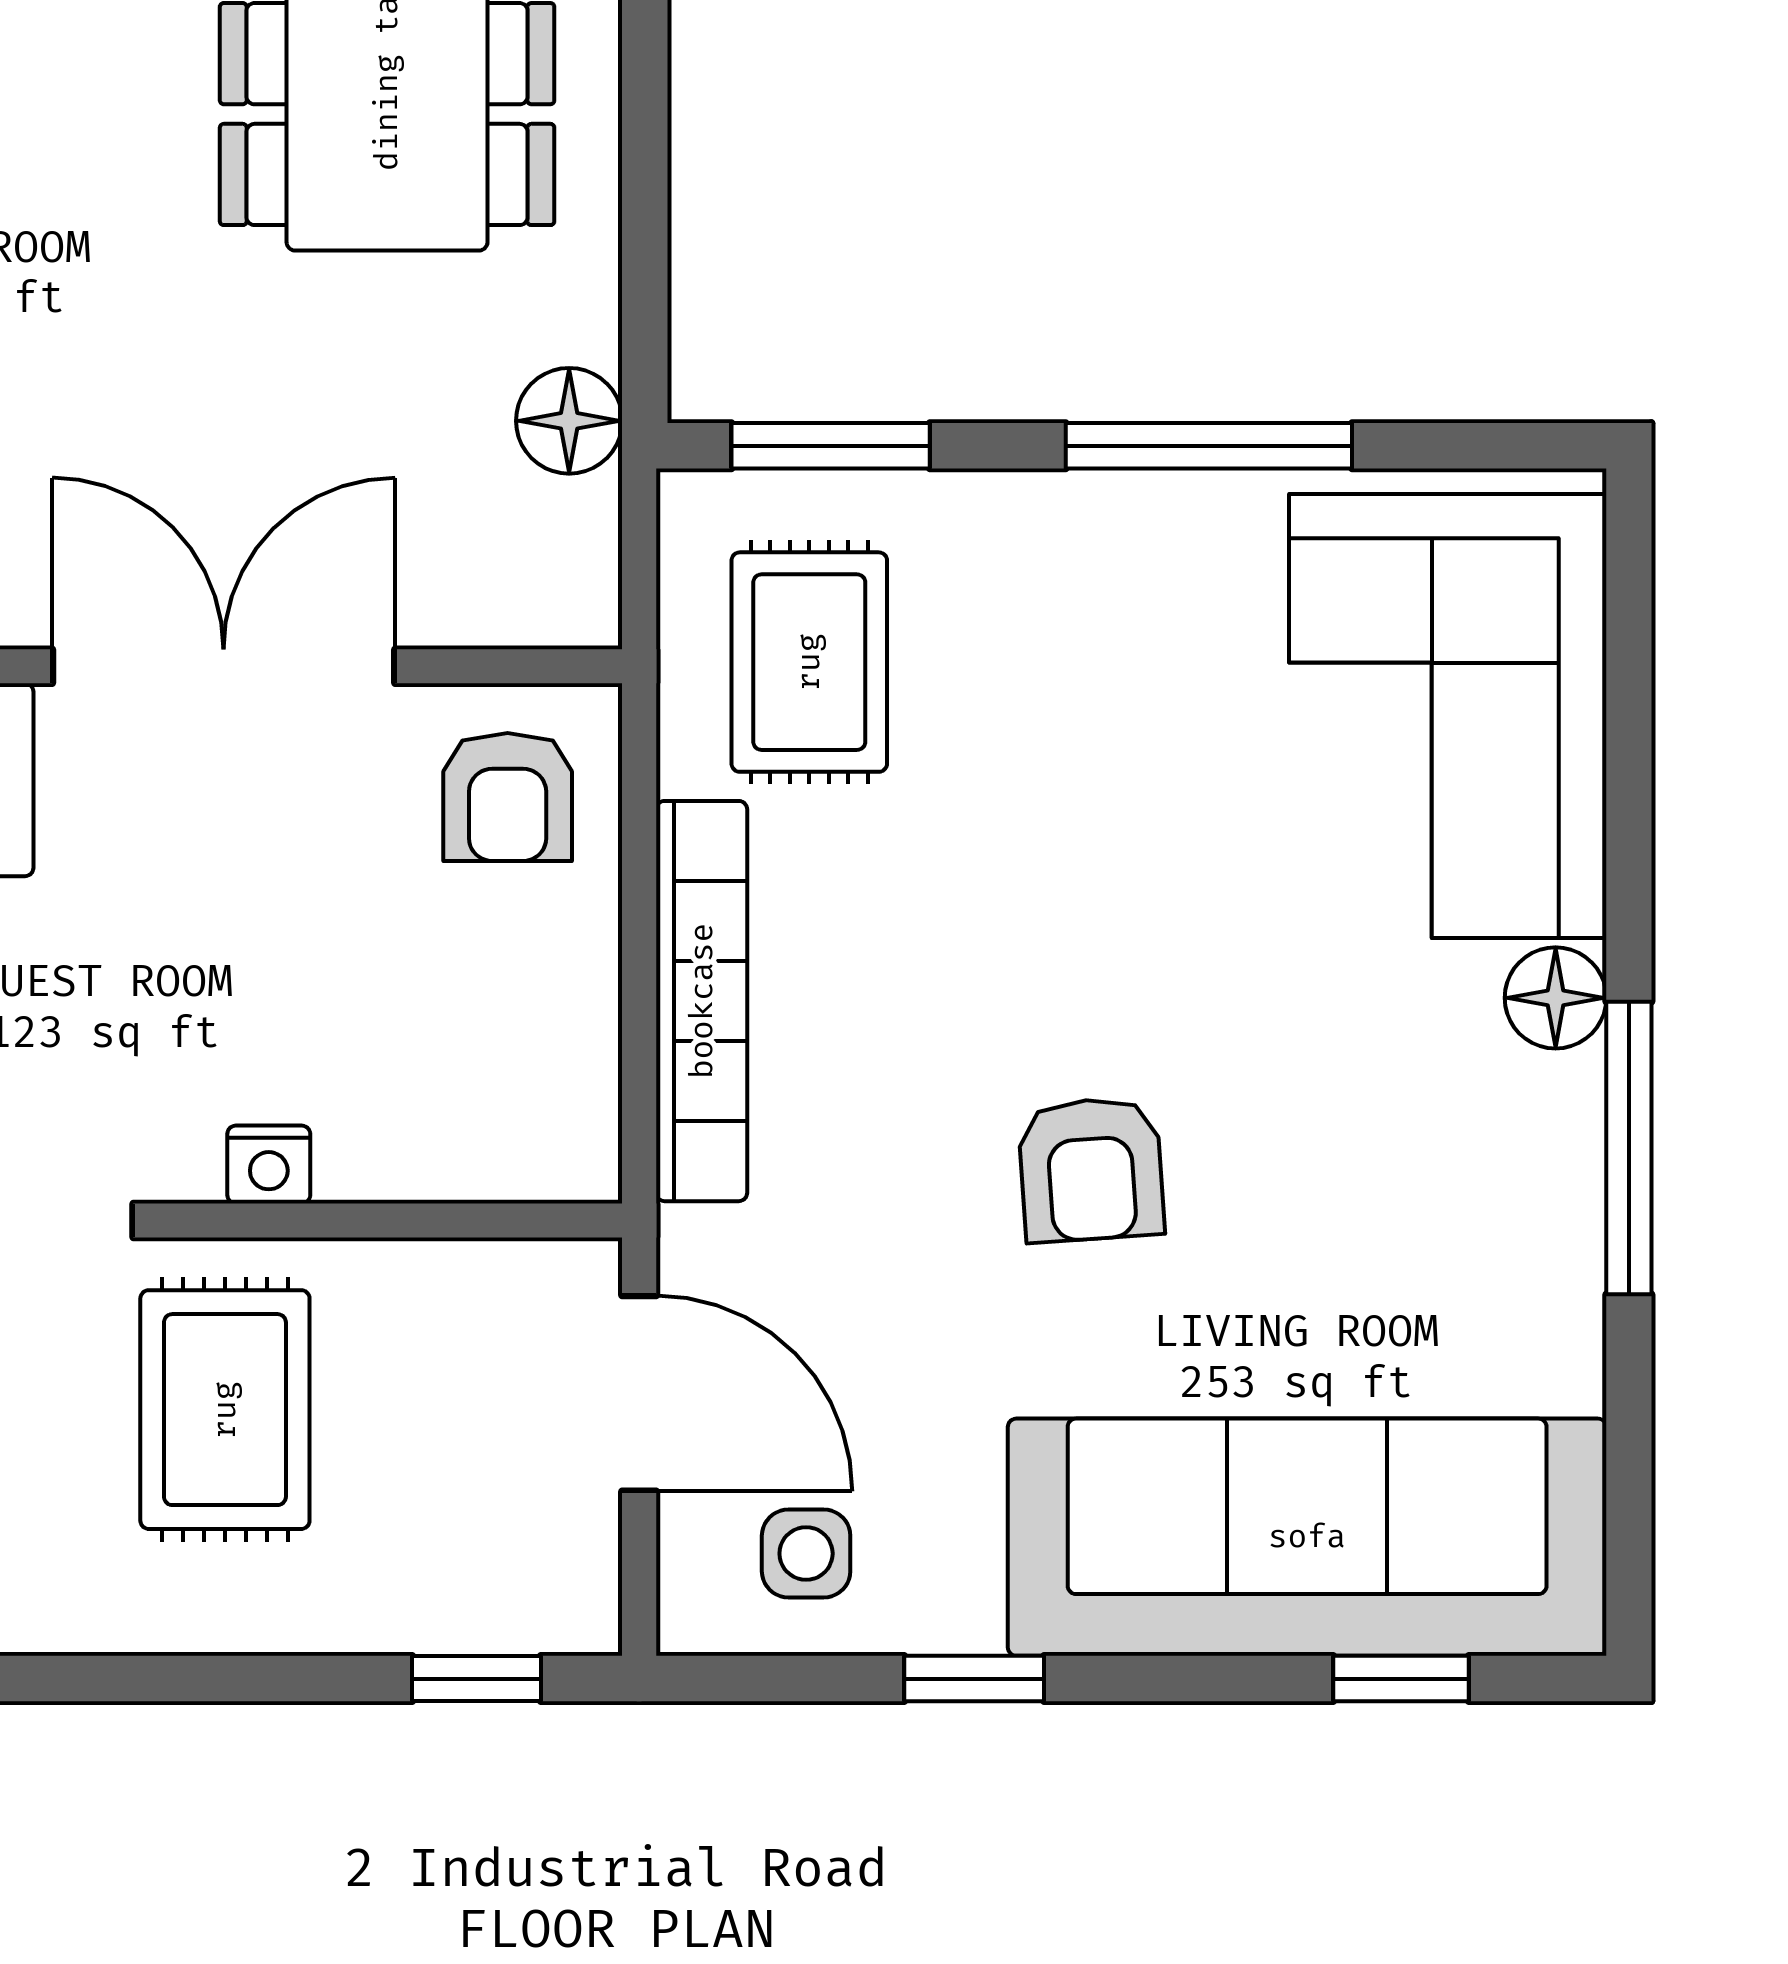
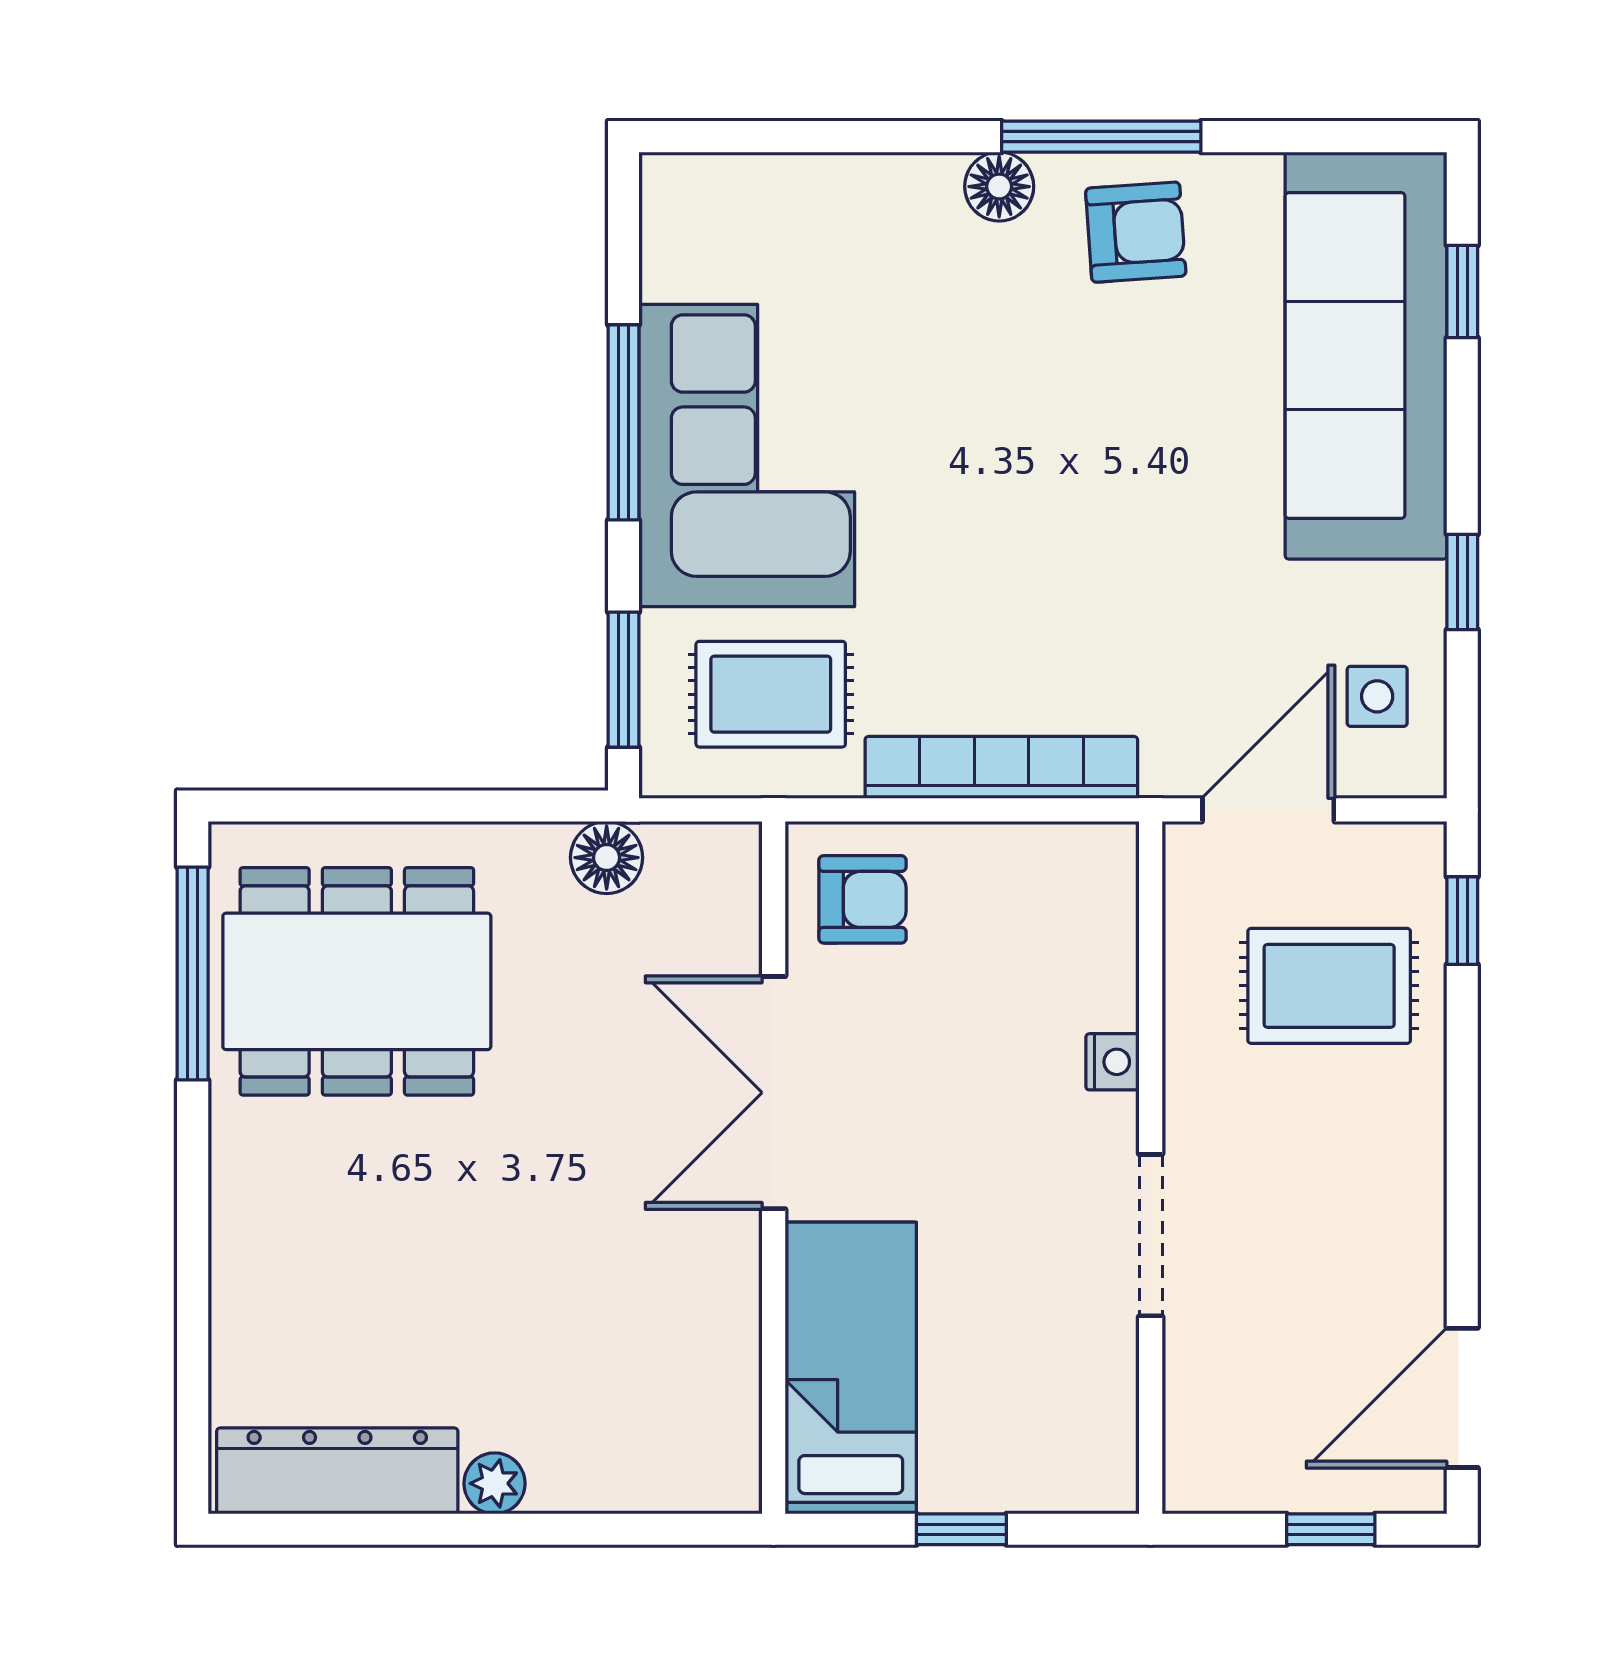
corner sofa: (1448, 716) -> (747, 455), moved, turned -90
armchair: (1091, 1169) -> (1136, 232), moved
rug: (225, 1410) -> (1329, 986), moved

